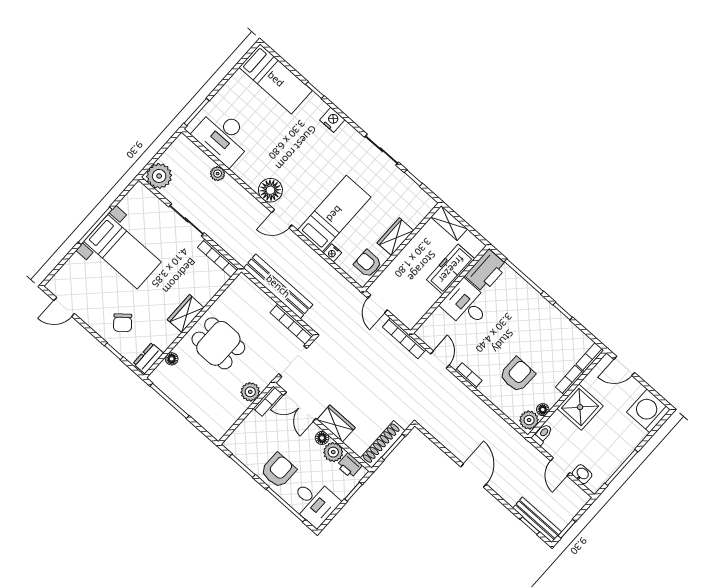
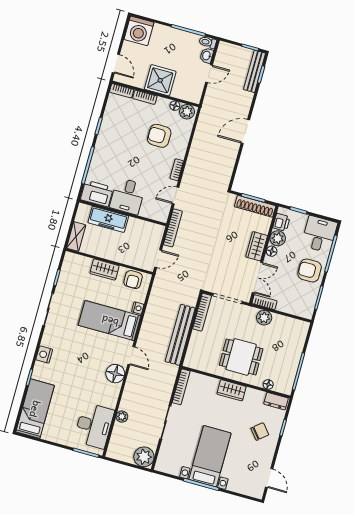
dining table: (218, 343) -> (241, 357), turned 90
toilet: (542, 434) -> (208, 42), moved

